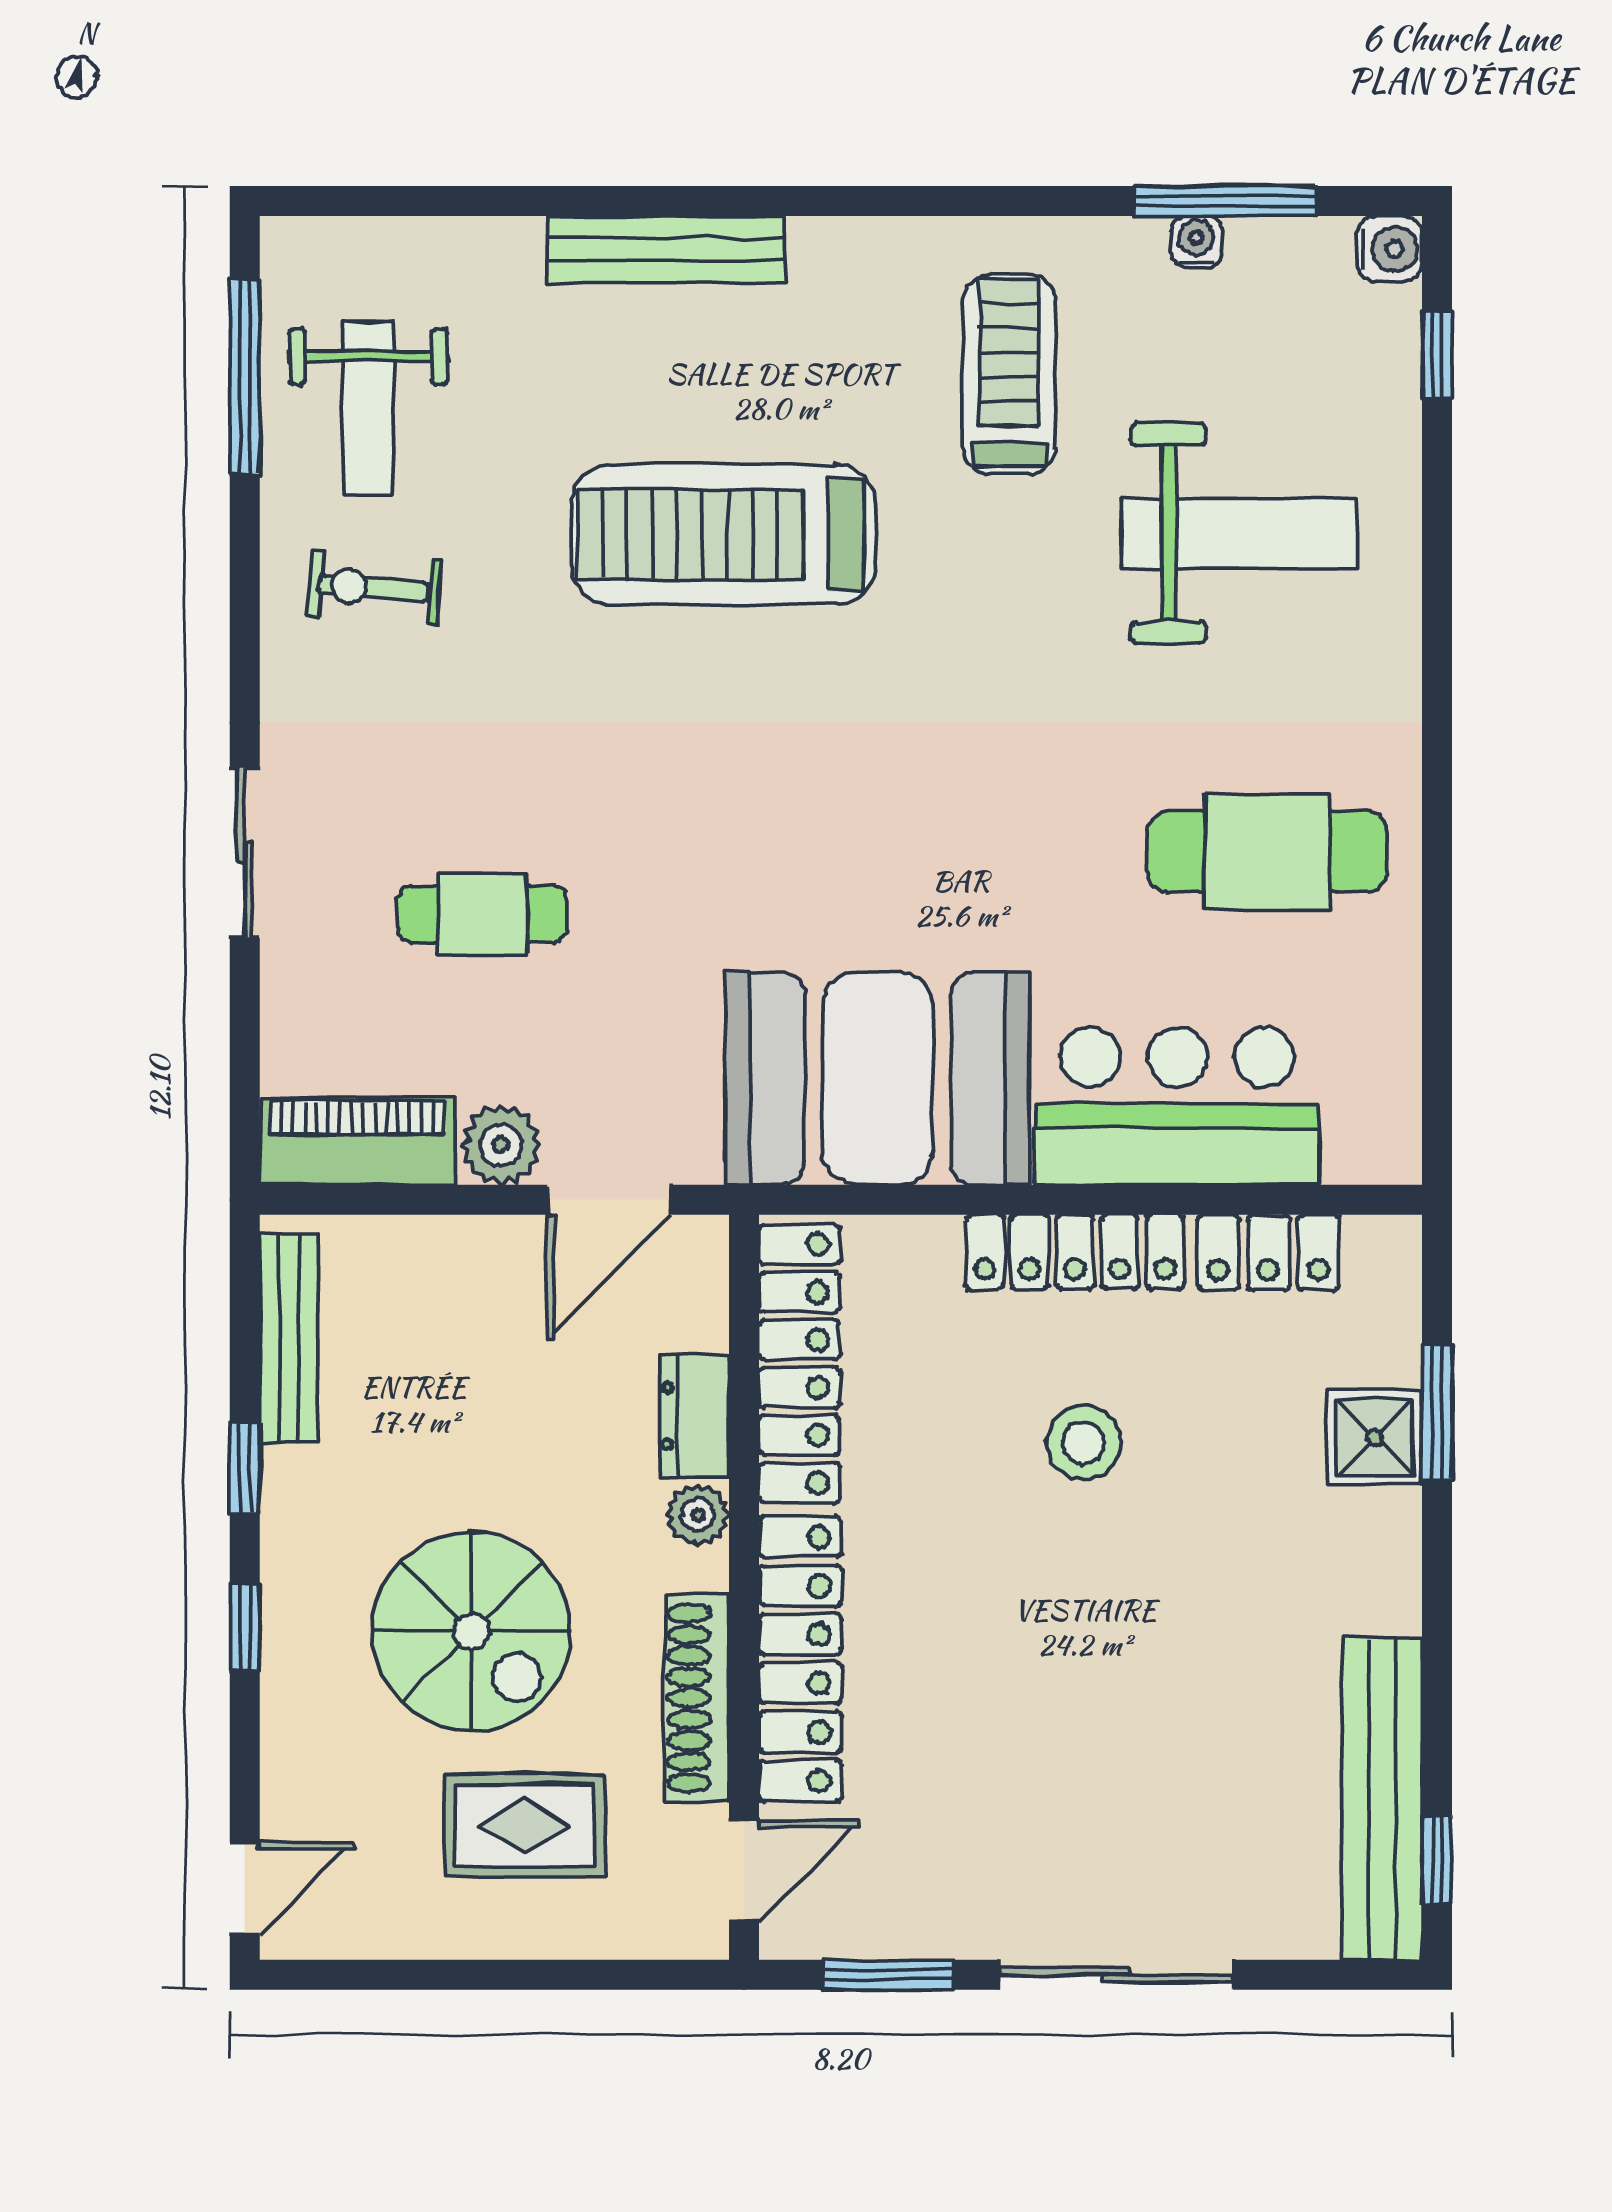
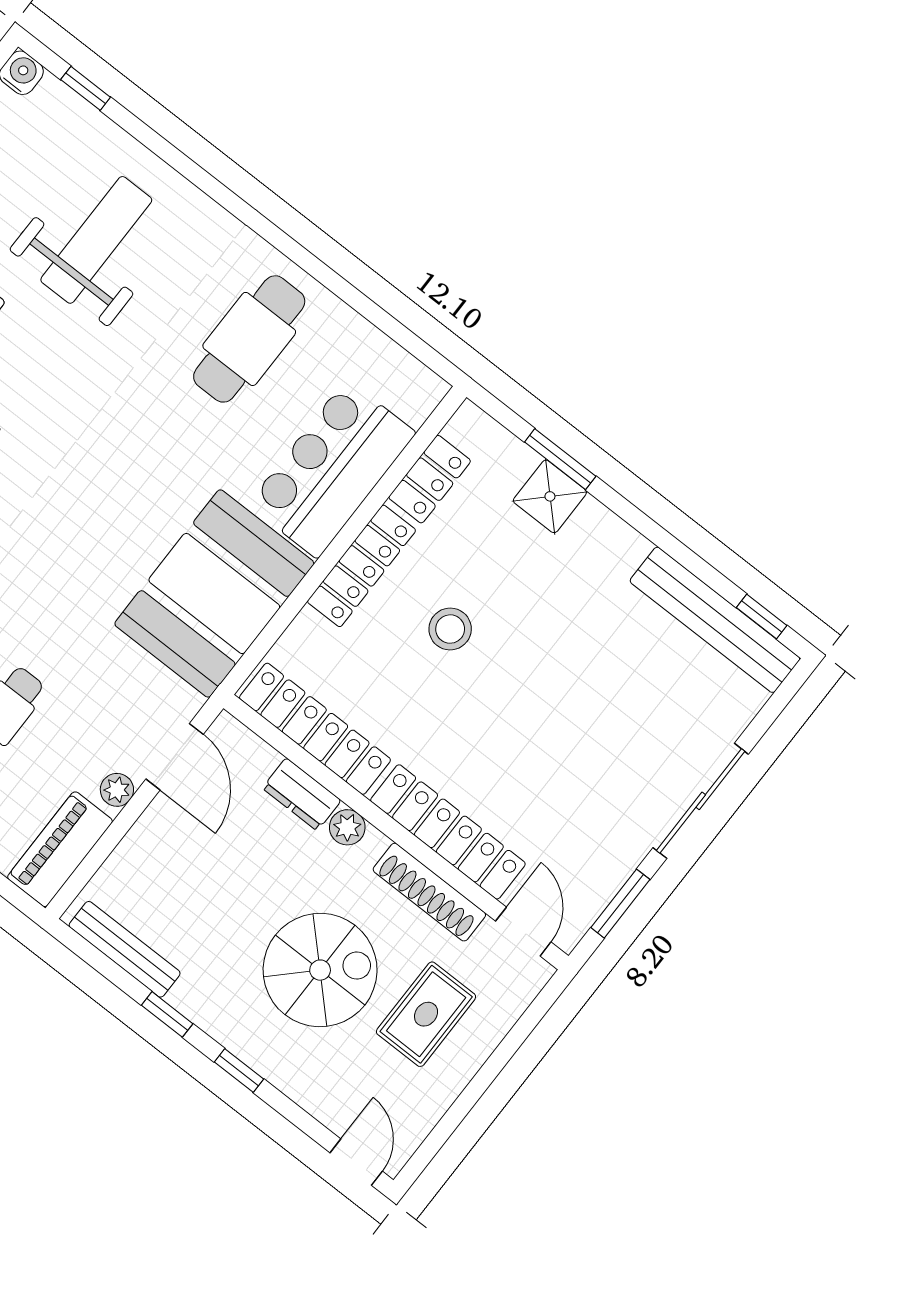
plant: (501, 1145) -> (117, 790), width x0.73, depth x0.73

